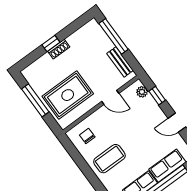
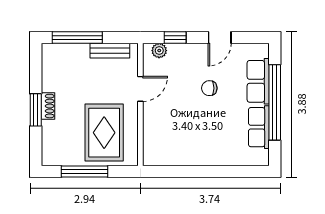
window: (51, 43) -> (36, 110), width x1.50
chair: (87, 136) -> (209, 88), moved
coffee table: (109, 159) -> (205, 138), removed

